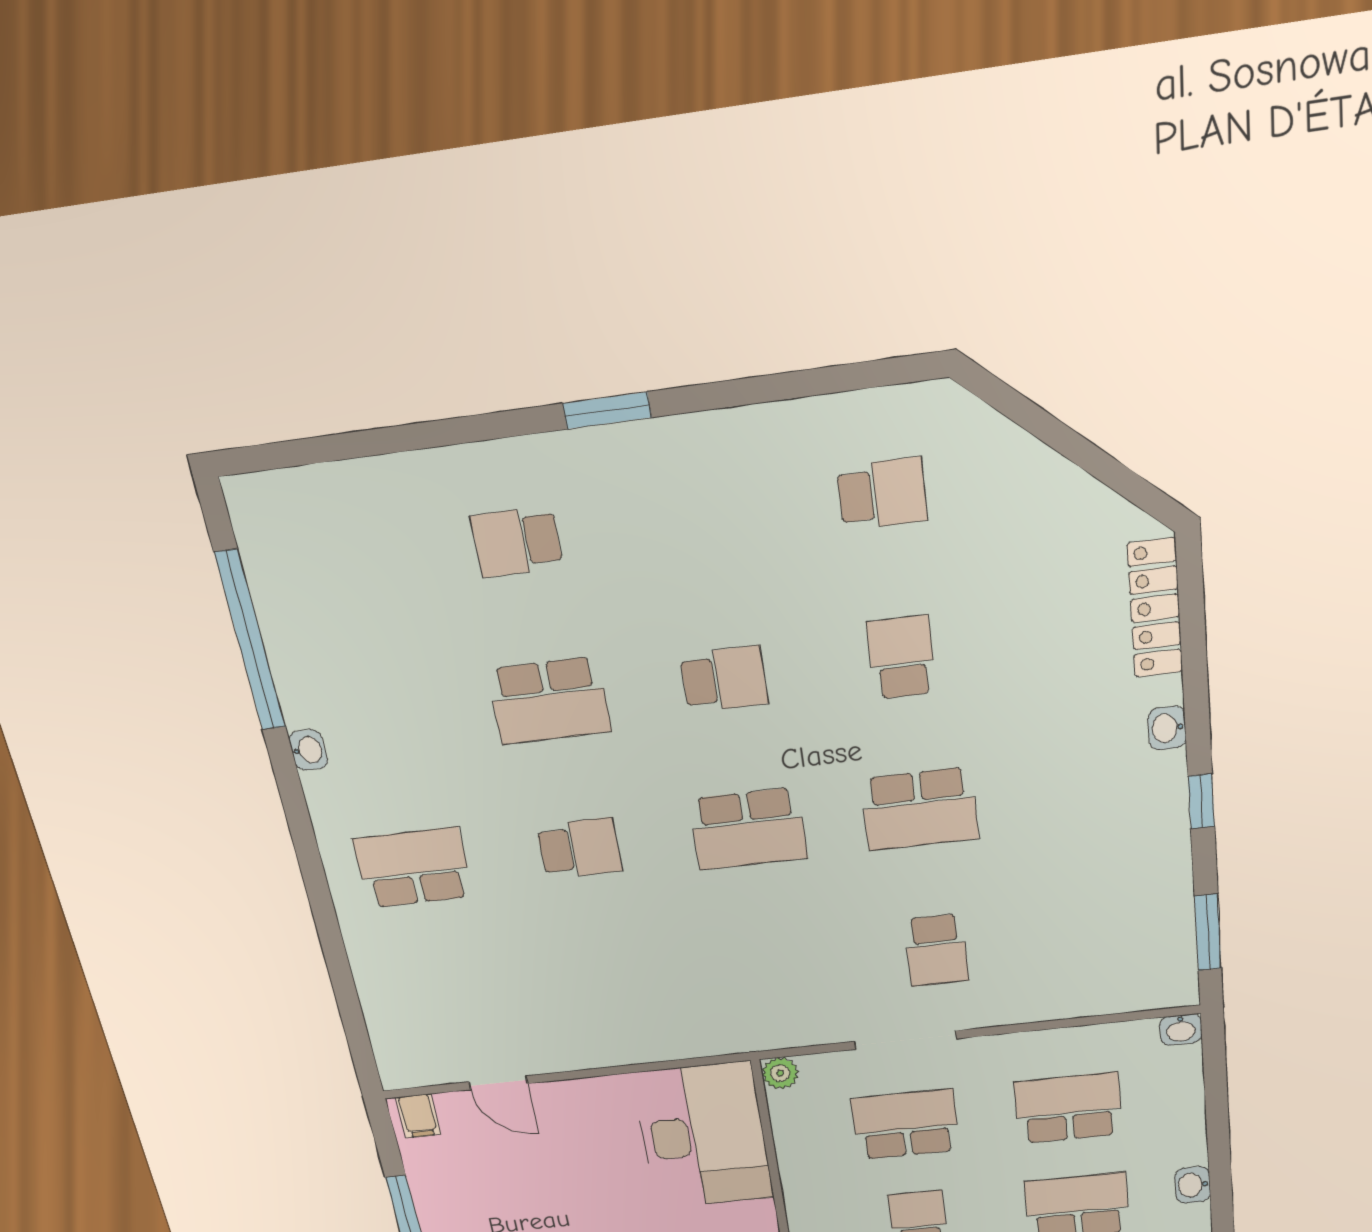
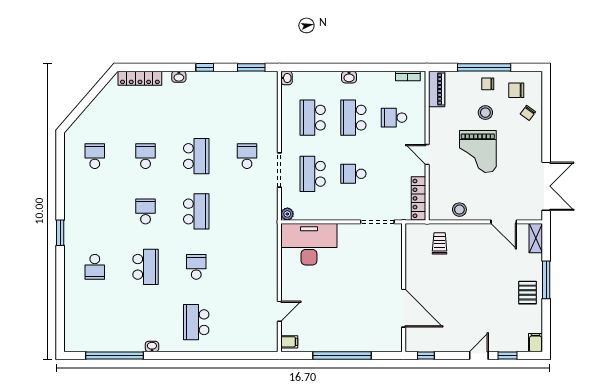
school desk: (902, 657) -> (146, 156), turned 90
school desk: (936, 950) -> (247, 156), turned -90

